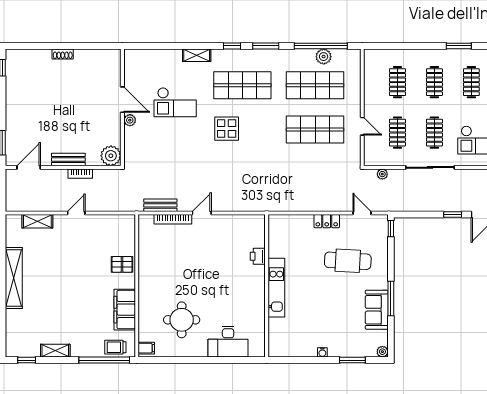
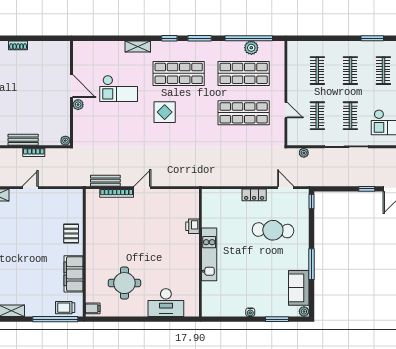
plant: (111, 156) -> (65, 141), width x0.53, depth x0.53
pallet: (122, 264) -> (71, 234), turned 90
sofa: (377, 310) -> (299, 288), moved

